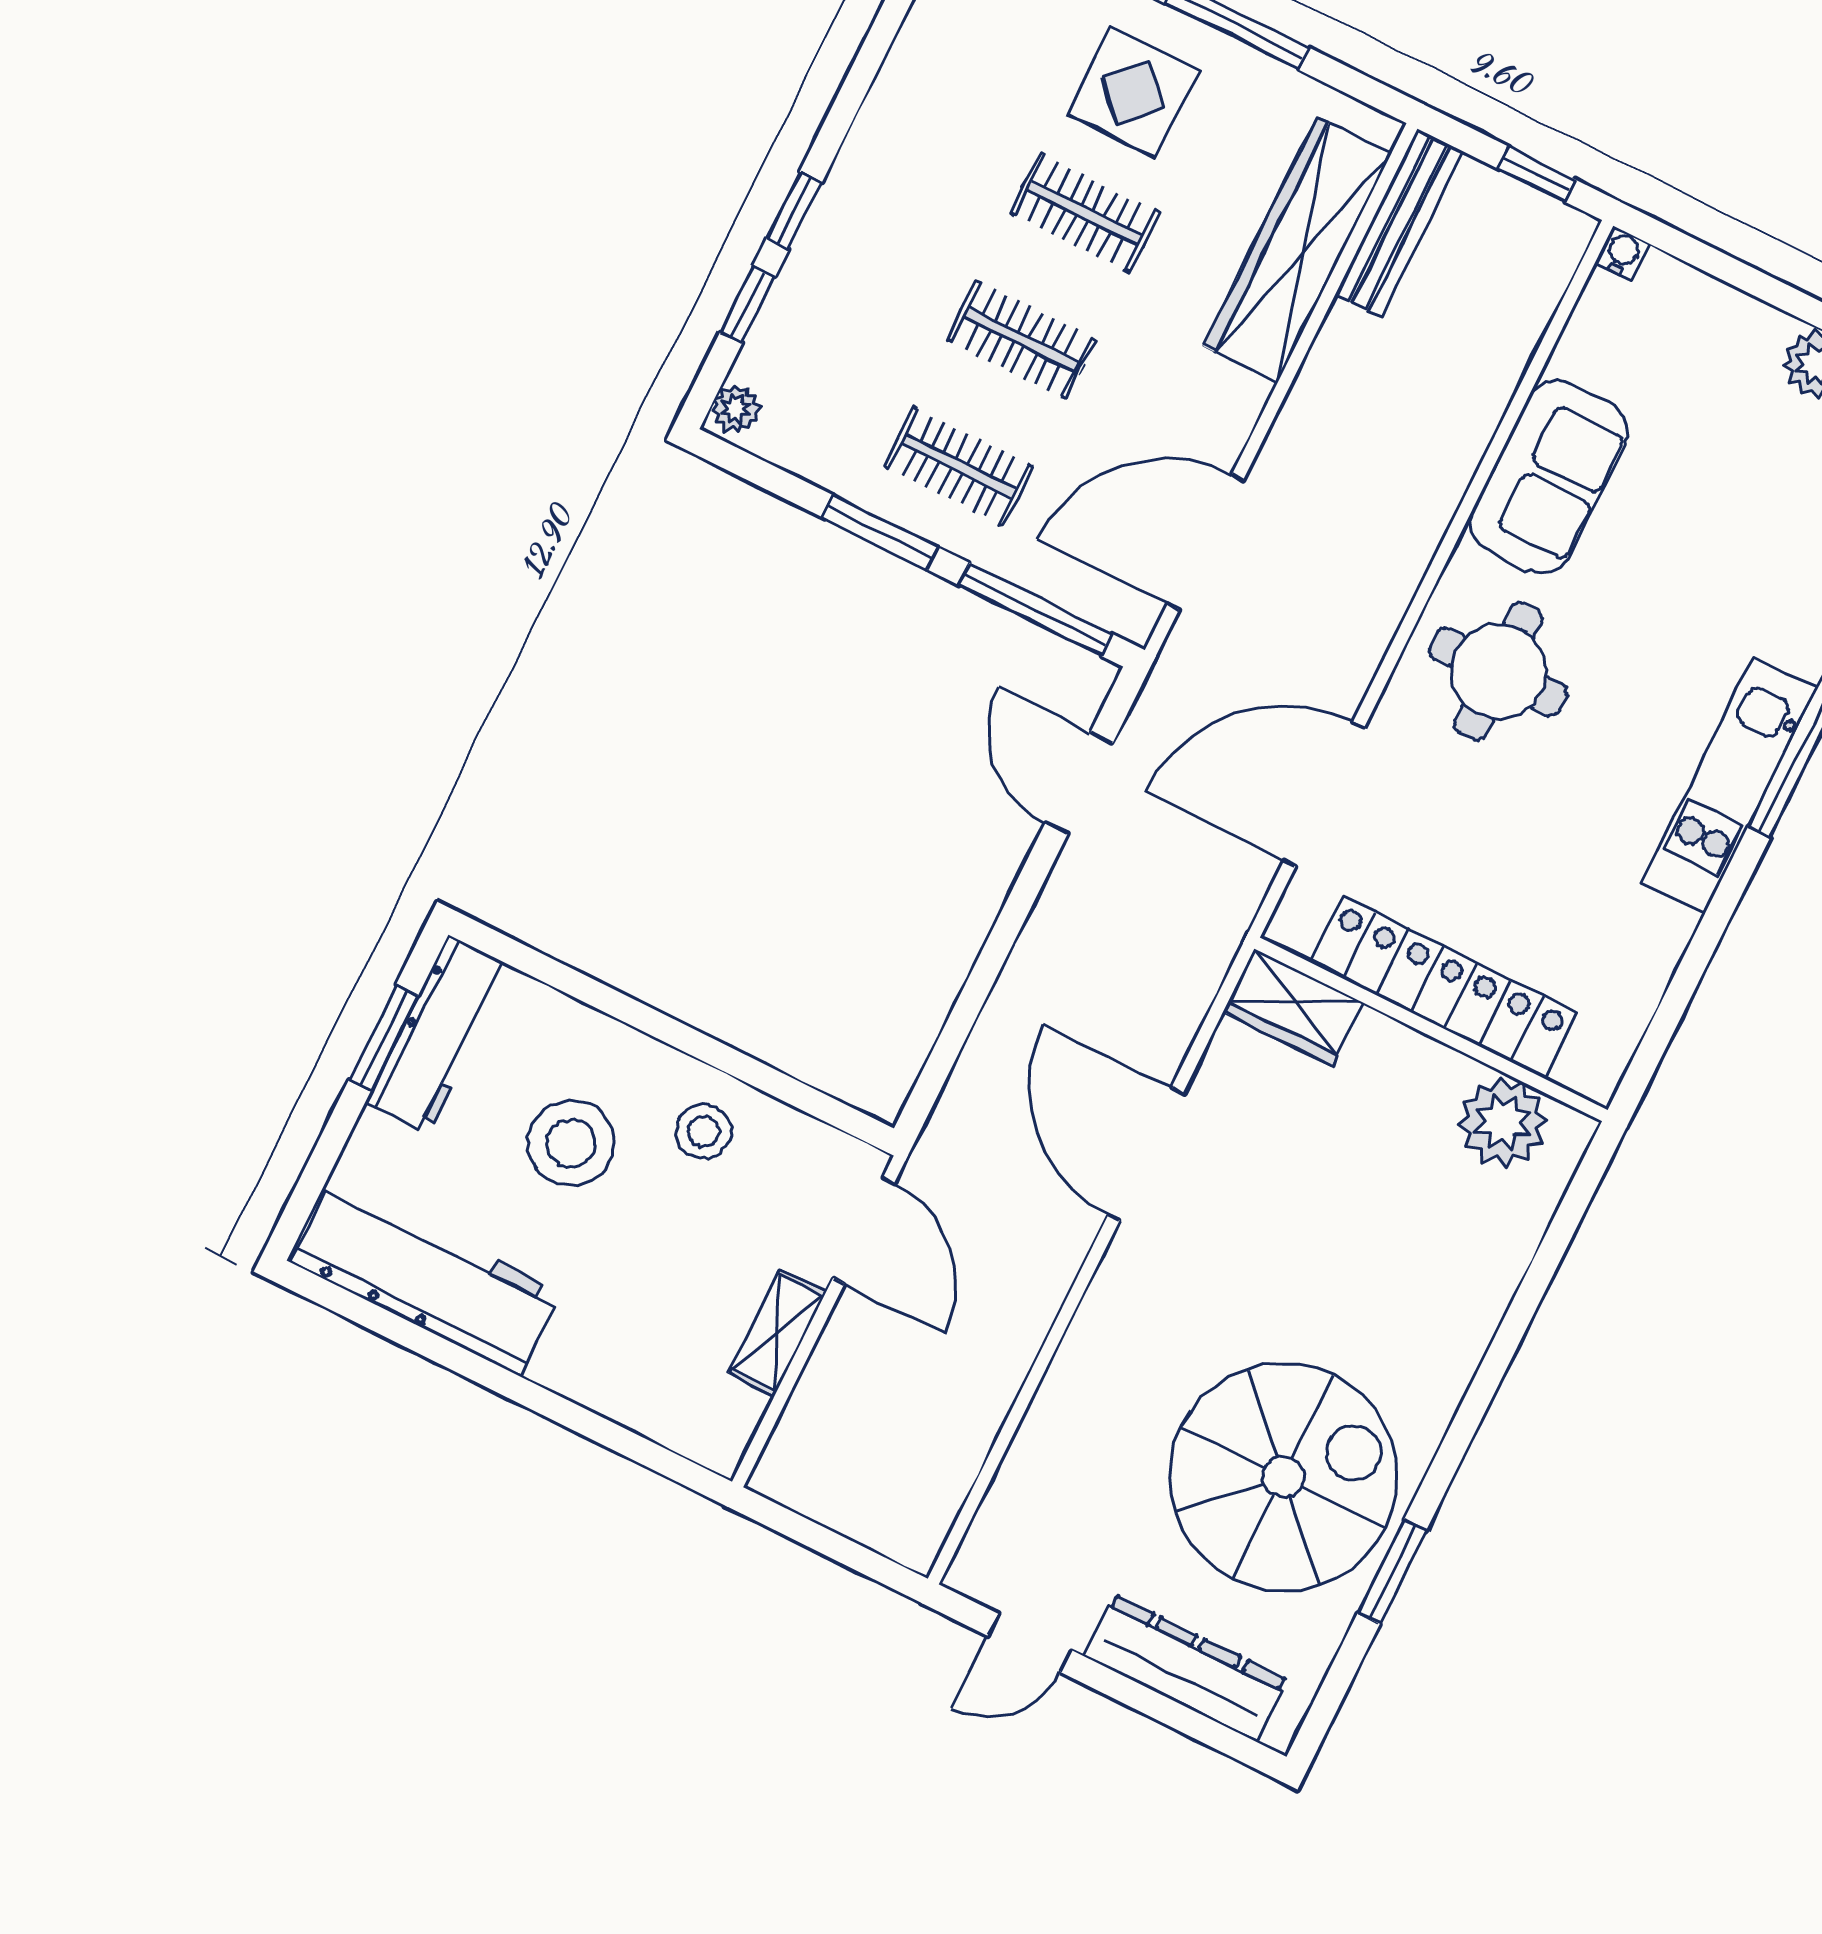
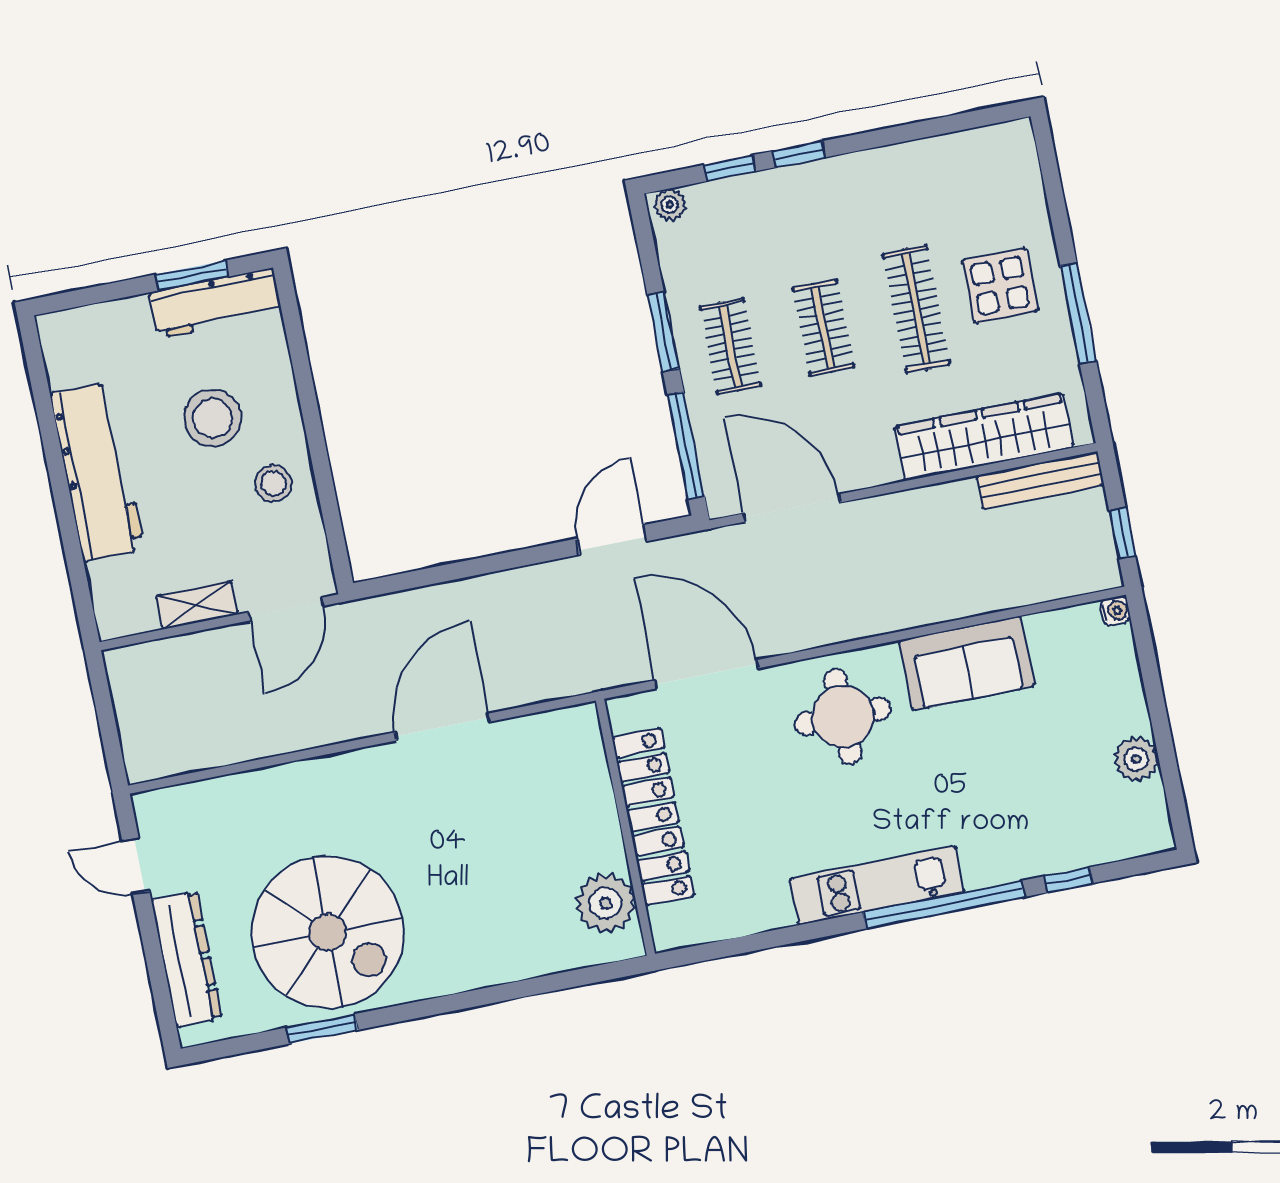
clothes rail: (1084, 213) -> (916, 309), width x1.36
wardrobe: (1293, 1007) -> (581, 745), removed
workbench: (426, 1277) -> (97, 472), moved

